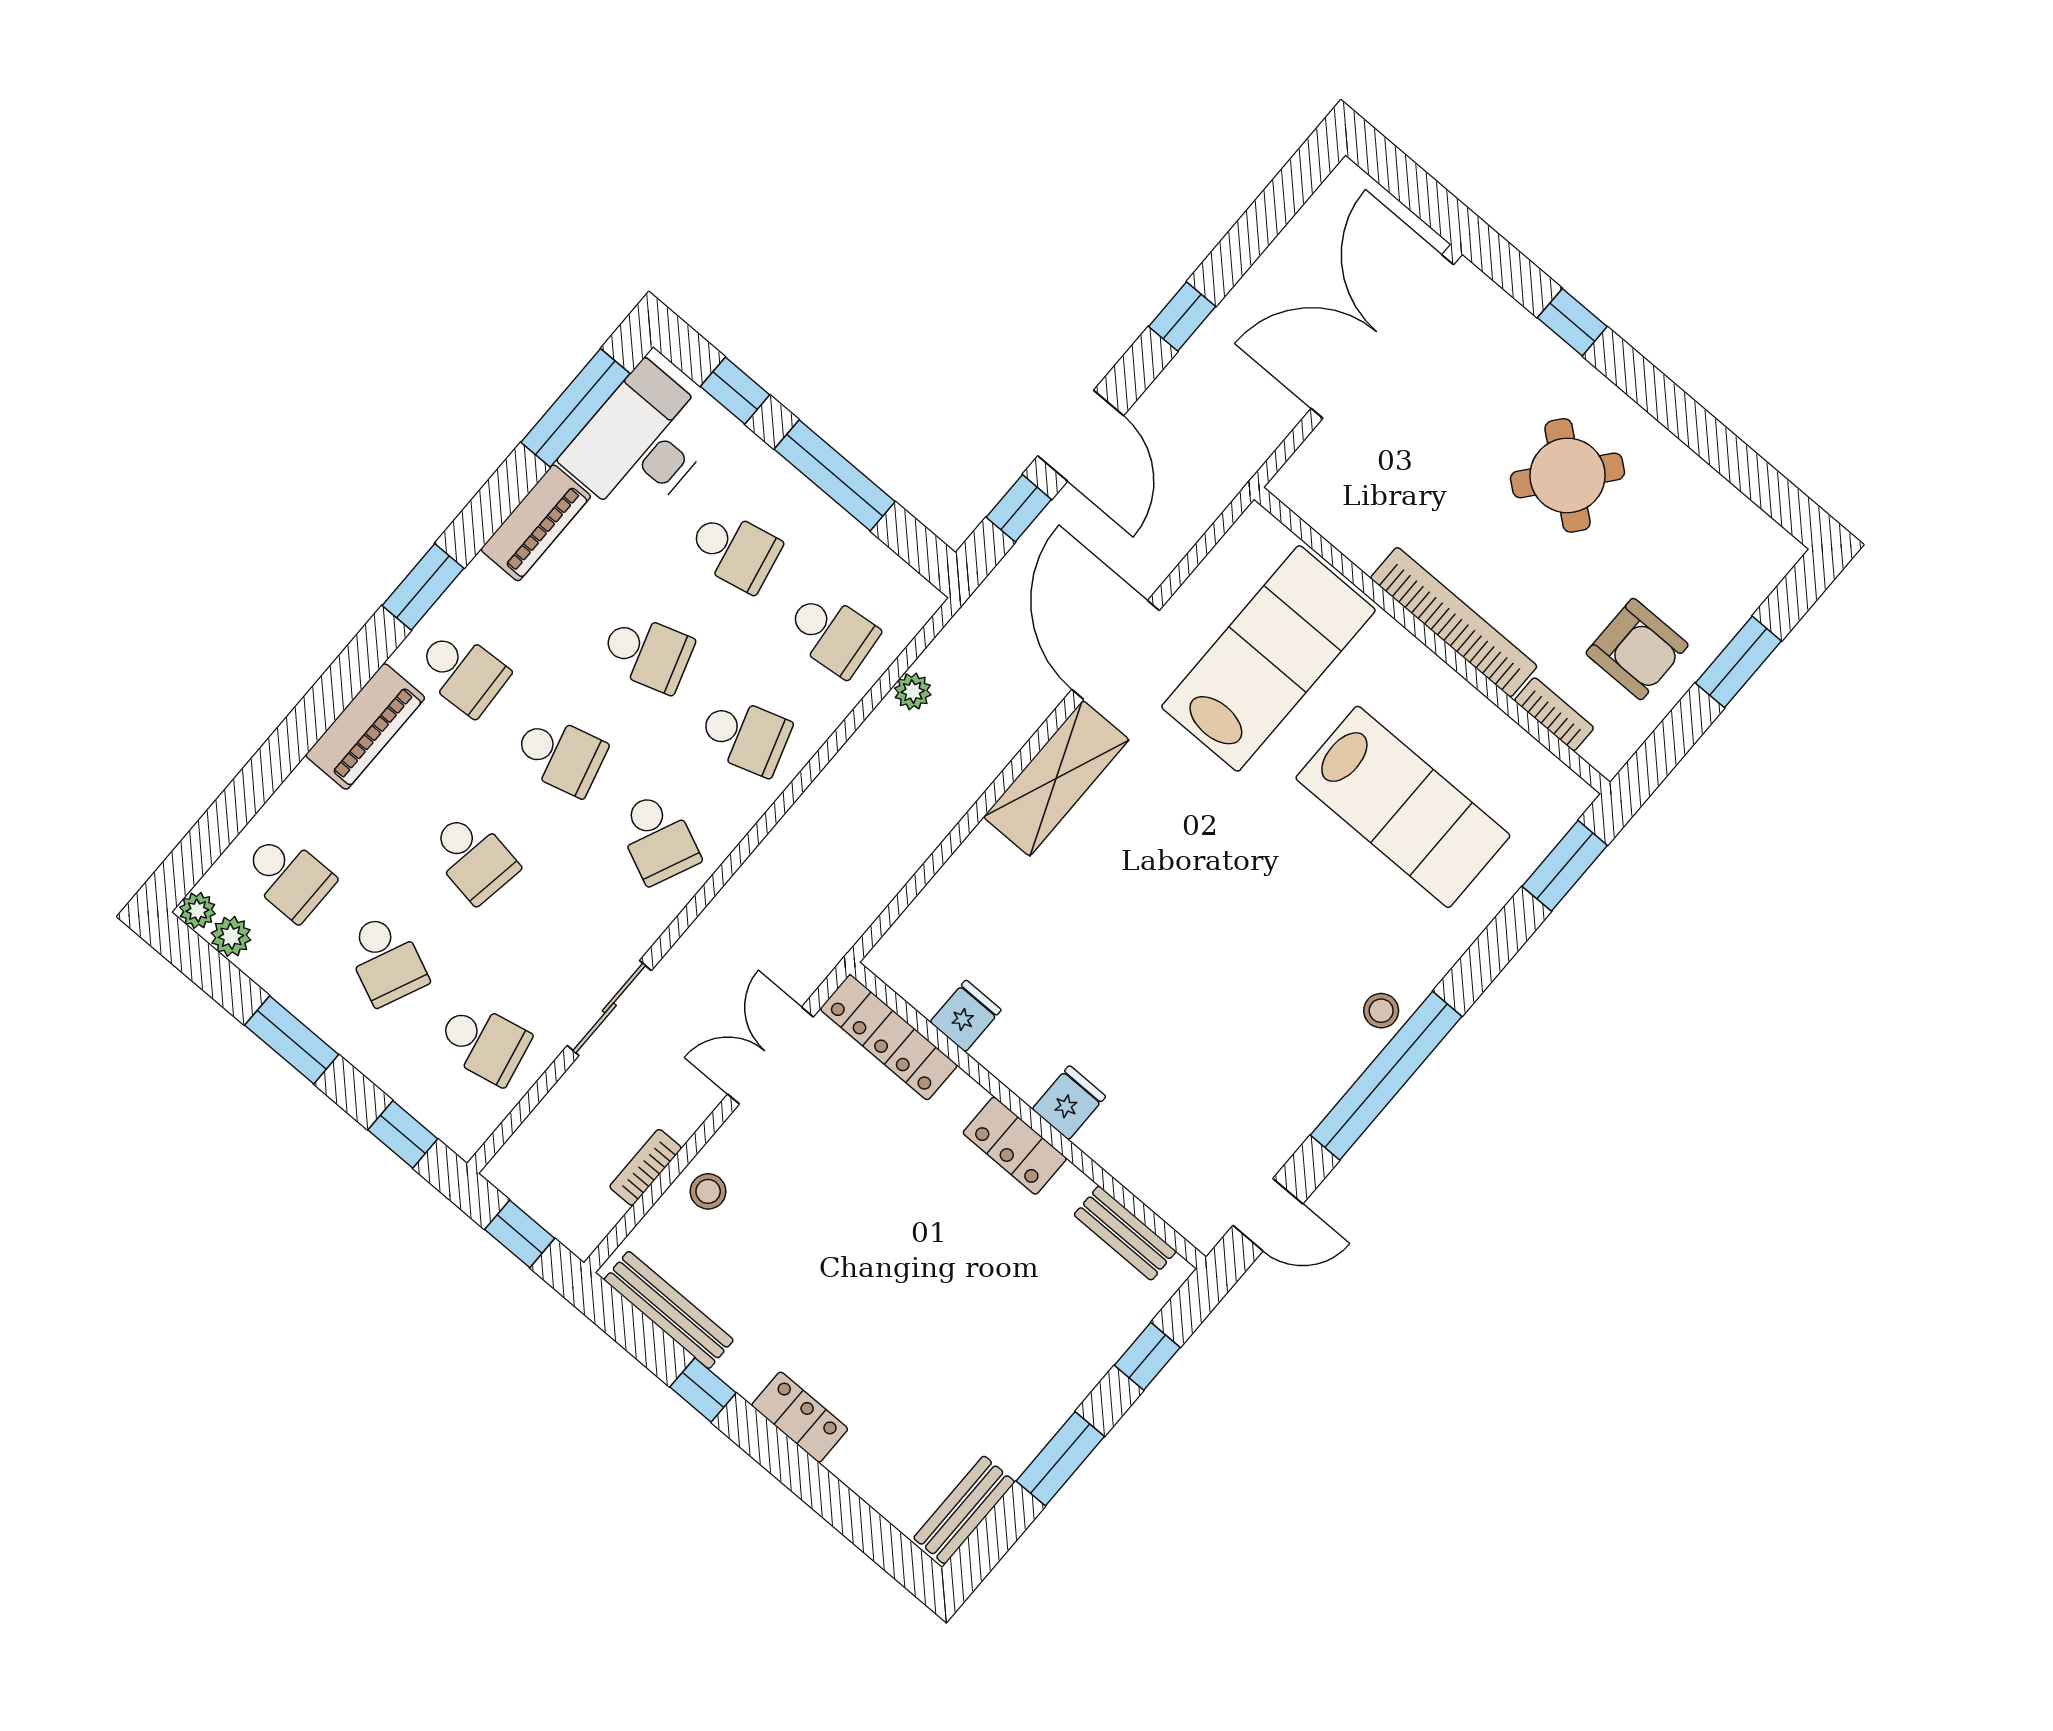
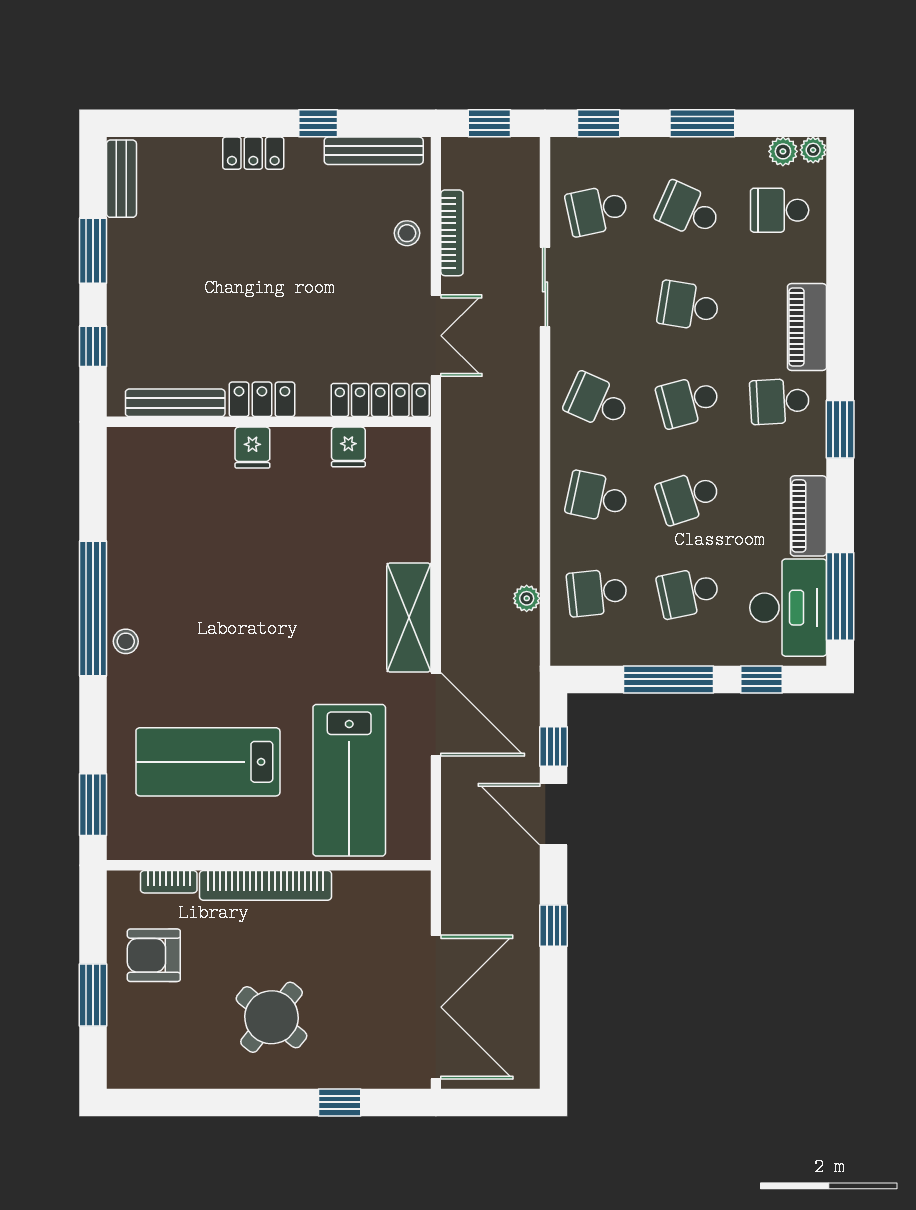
school desk: (745, 736) -> (597, 497), turned 30
bookcase: (645, 1167) -> (452, 233), width x1.56
door: (1268, 1215) -> (93, 479), removed
bench: (1125, 1233) -> (175, 403), width x1.36

